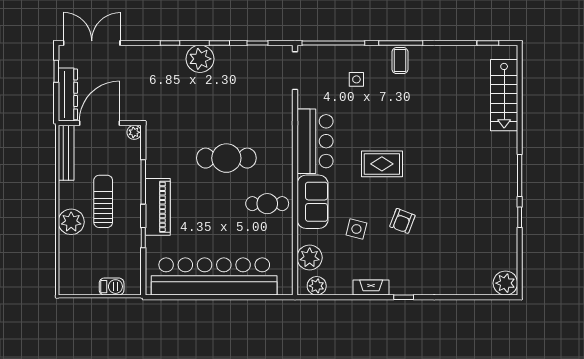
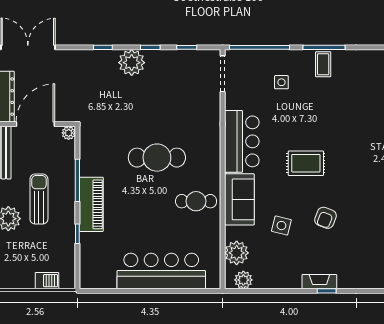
bar counter: (214, 276) -> (161, 271), width x0.73
fireplace: (371, 288) -> (319, 282), moved

